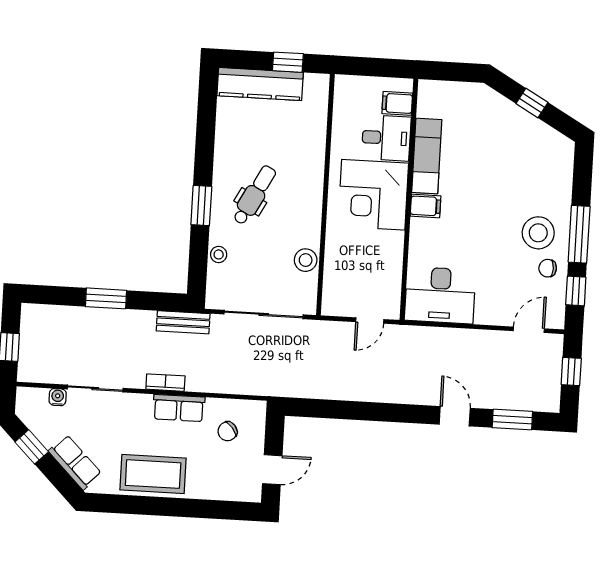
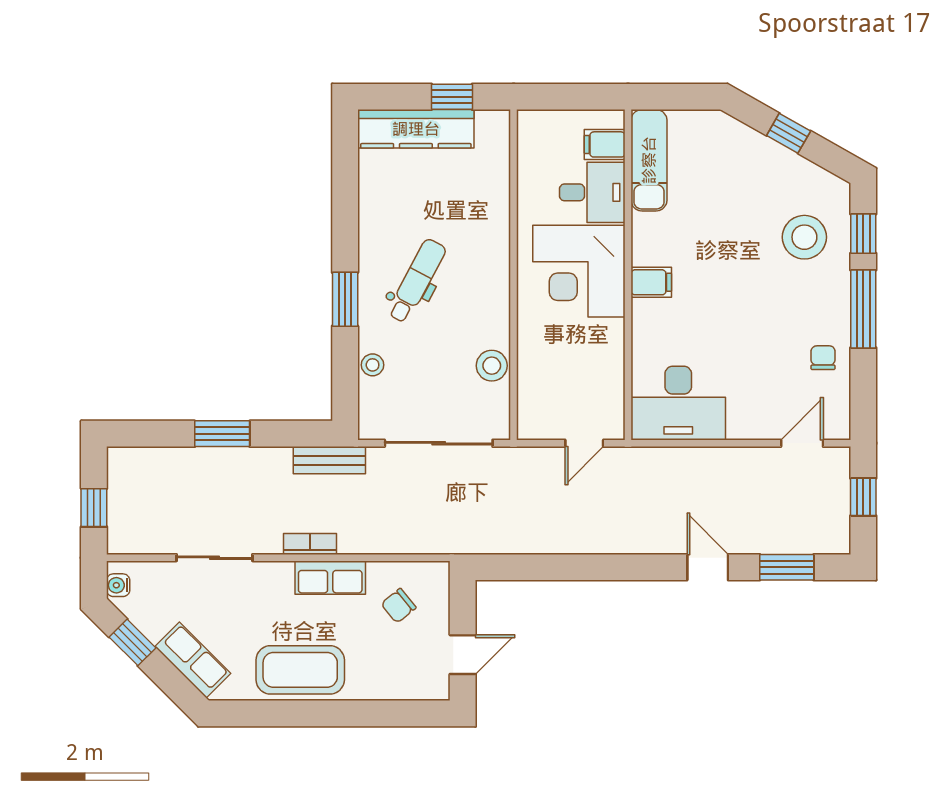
exam couch: (427, 156) -> (649, 160), moved
stool: (538, 233) -> (804, 237), moved
chair: (548, 268) -> (823, 358), turned 90
window: (576, 291) -> (863, 234), moved
water cooler: (58, 397) -> (118, 585), moved, turned -90

